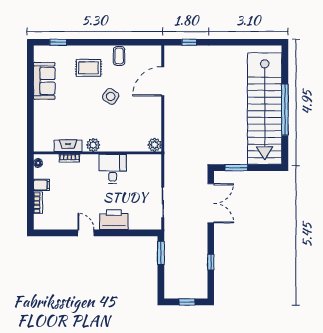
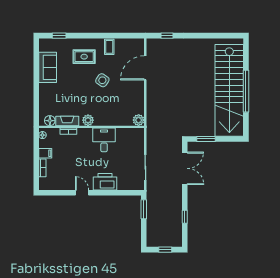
floor lamp: (47, 145) -> (50, 121), added

